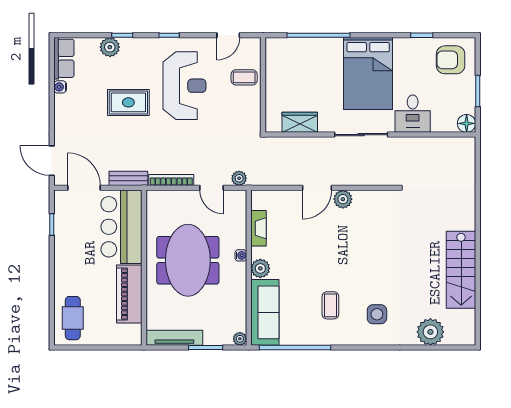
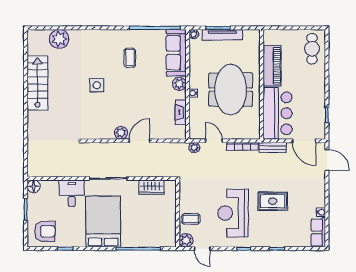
door: (228, 35) -> (202, 249), swing flipped
plant: (110, 47) -> (186, 240), moved
side table: (377, 314) -> (97, 85), moved
tv unit: (174, 338) -> (222, 35), moved

